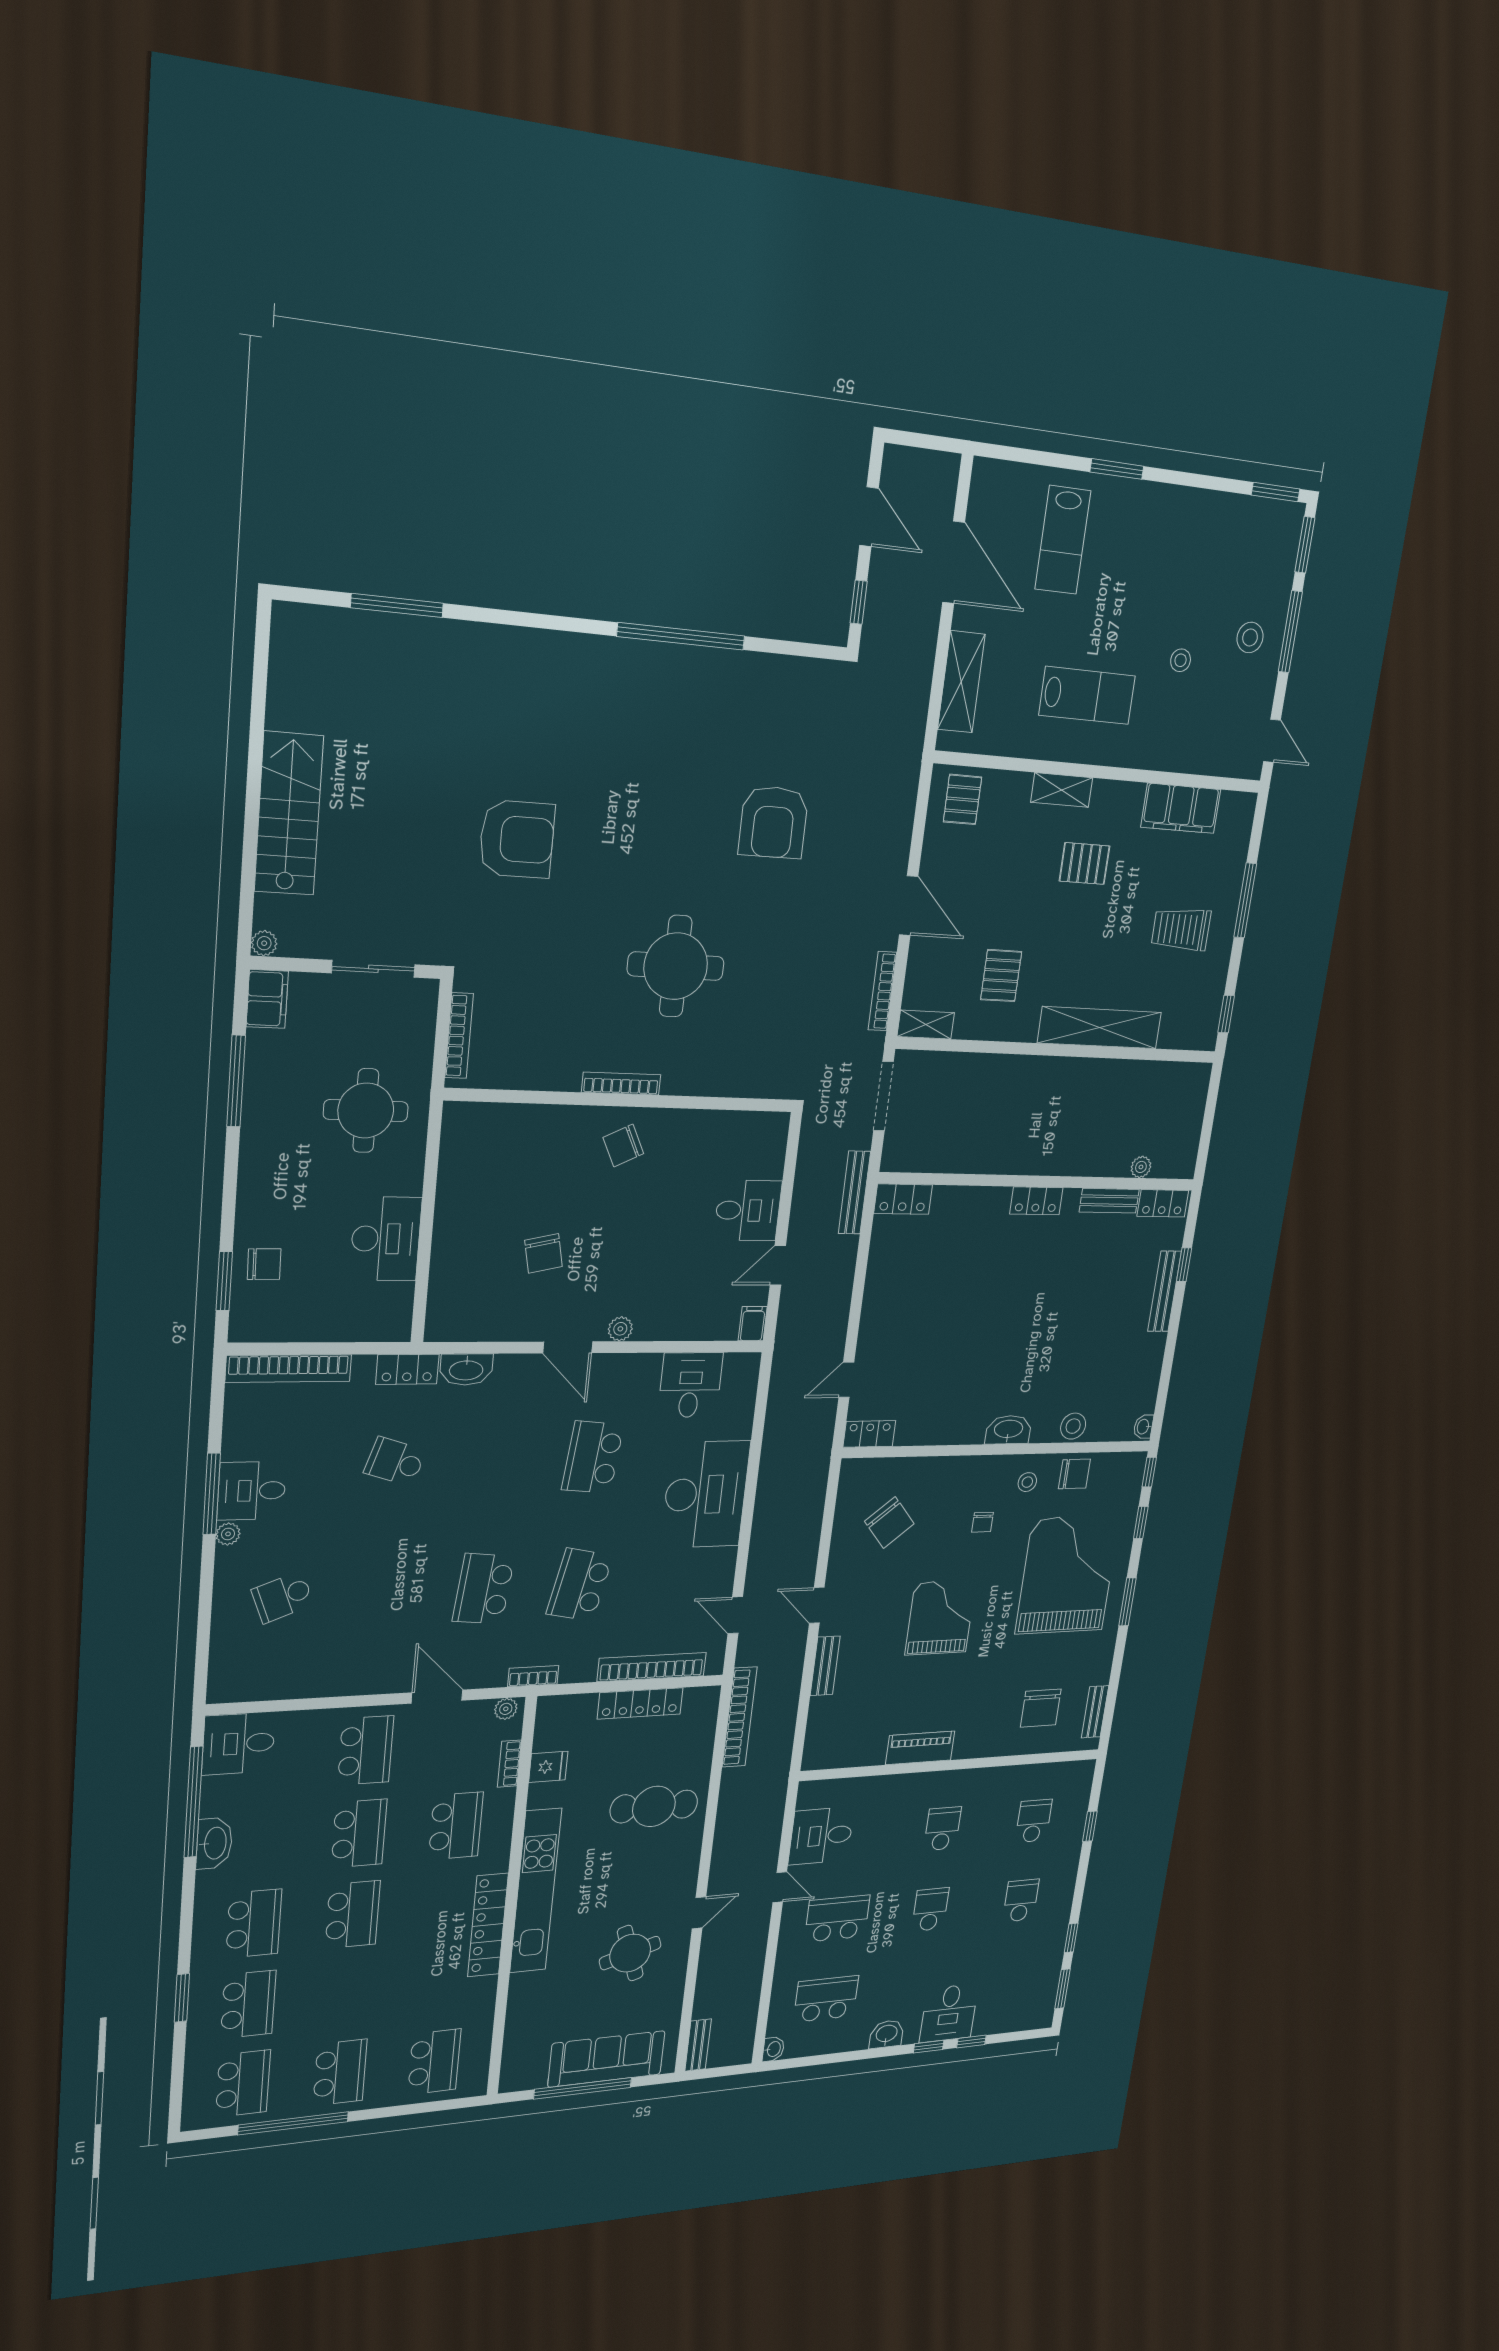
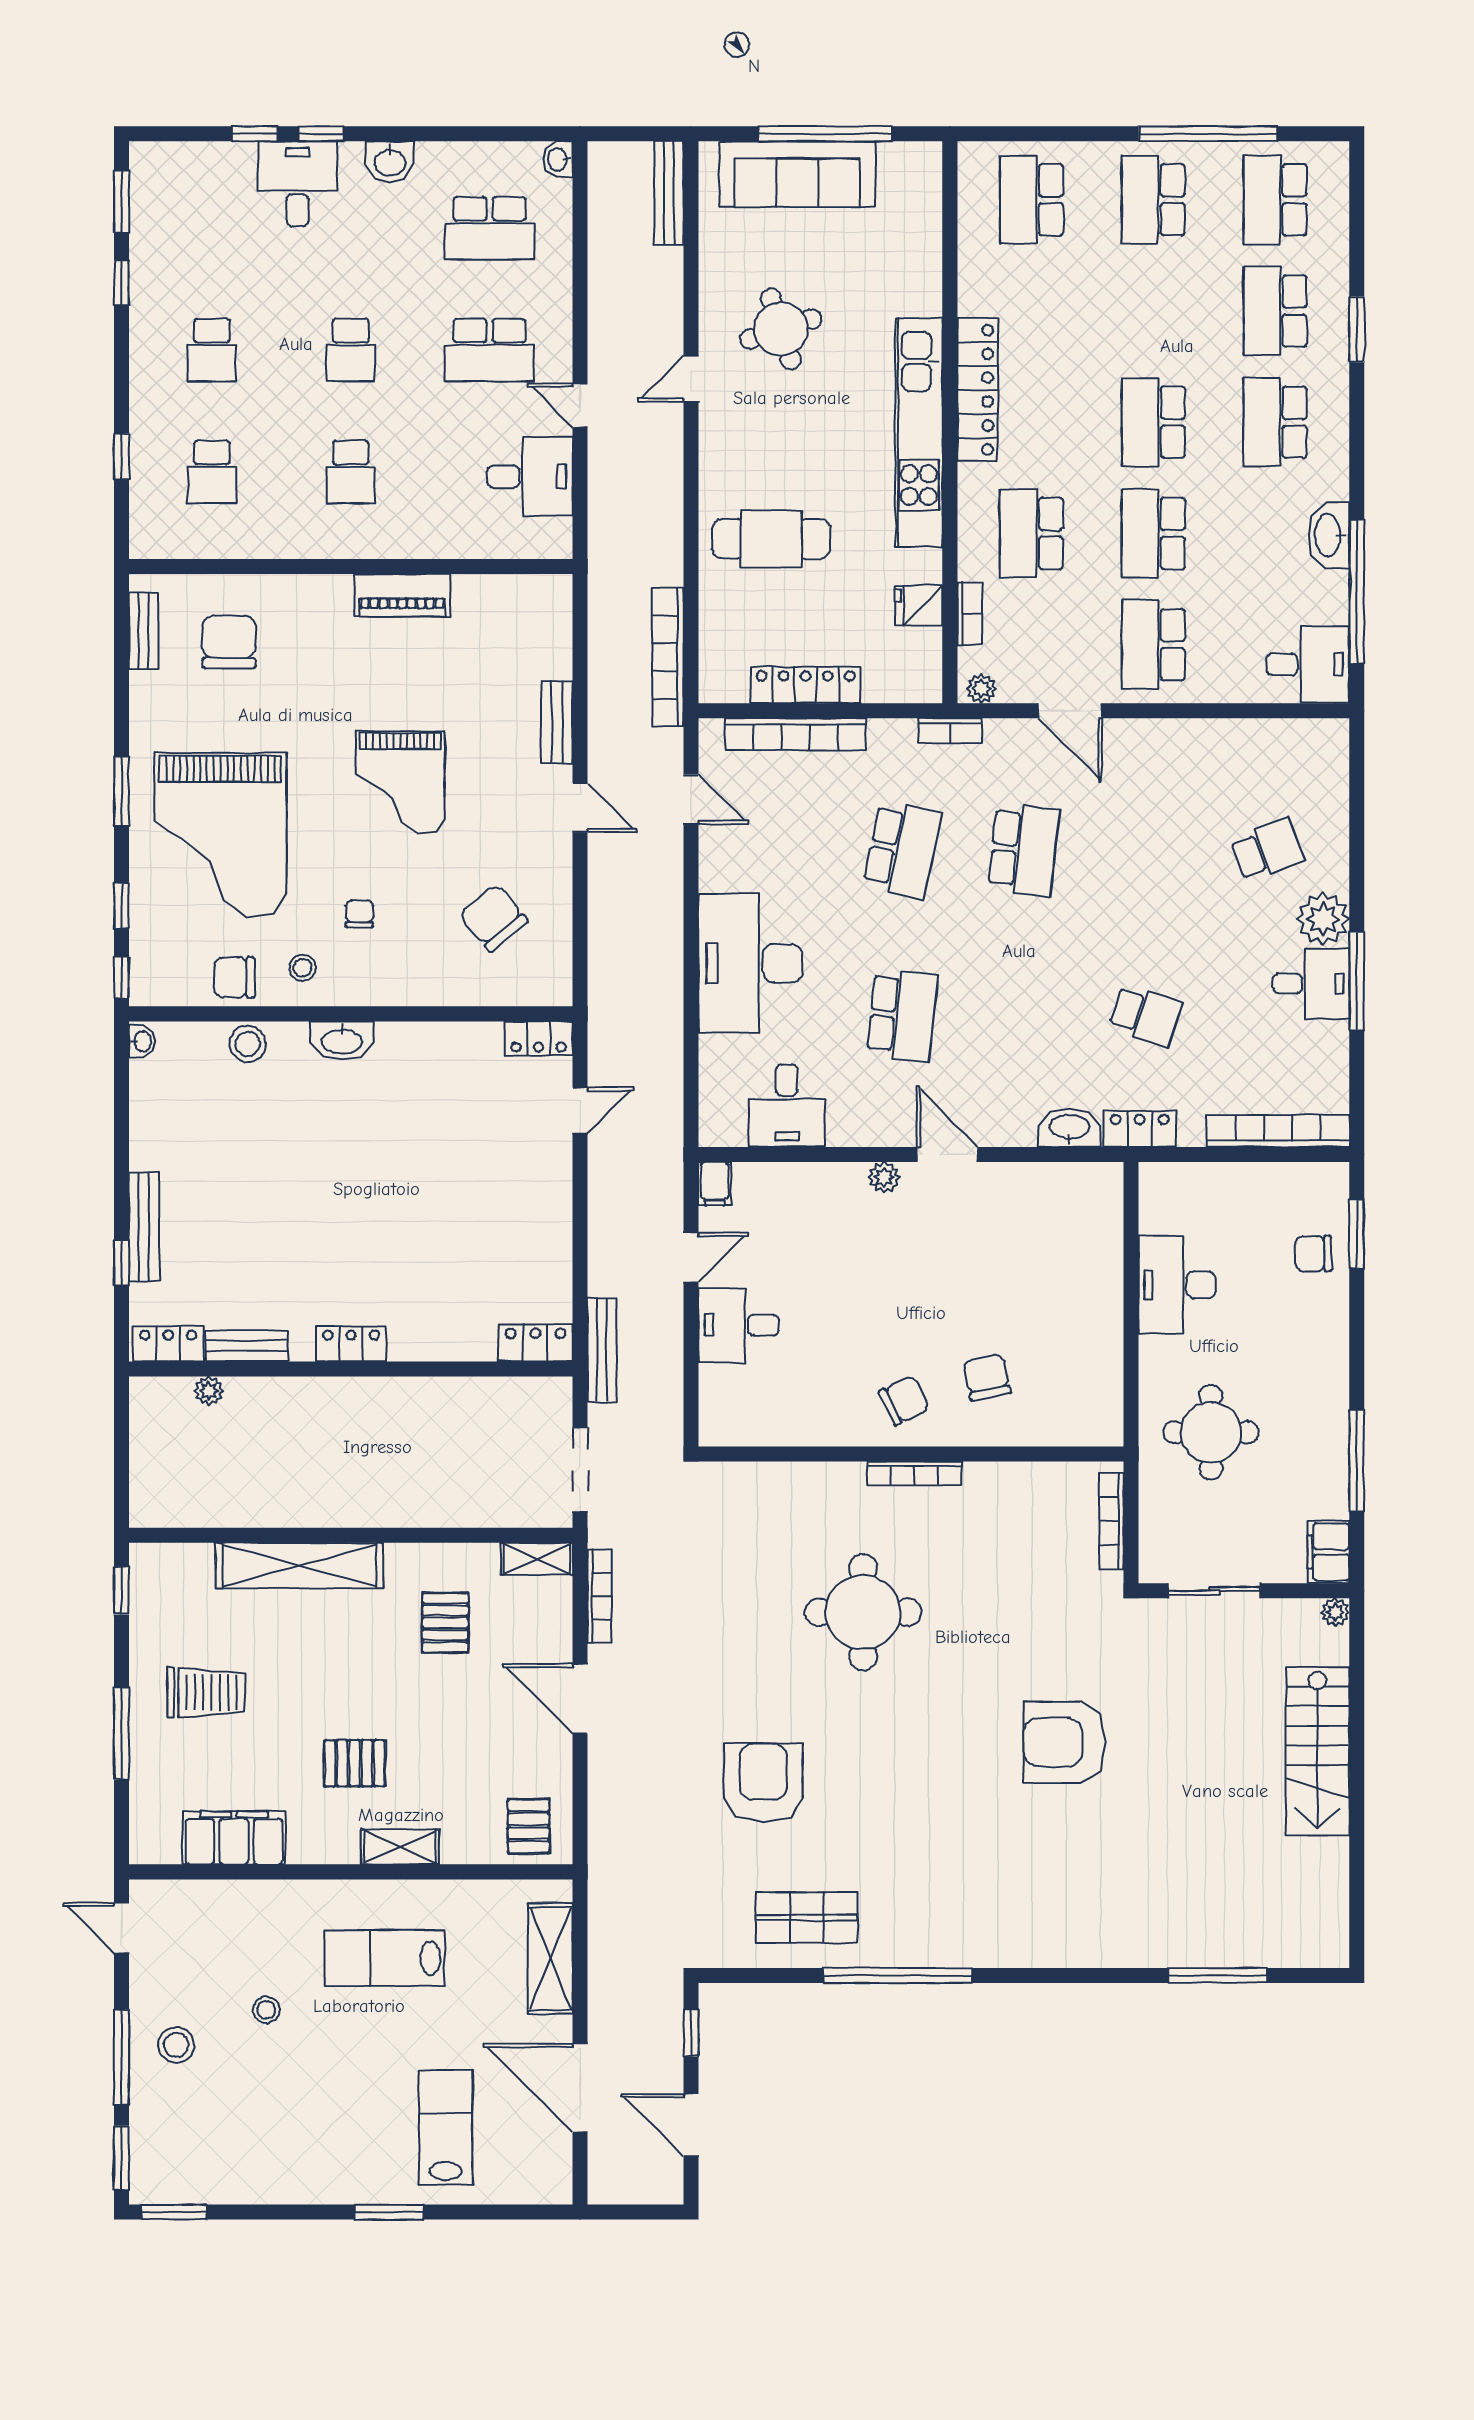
shop shelf: (752, 698) -> (807, 1918), added
chair: (544, 1253) -> (987, 1377), moved
plant: (228, 1534) -> (1323, 919), width x1.88, depth x1.88
bench: (698, 2045) -> (669, 193), width x1.36

